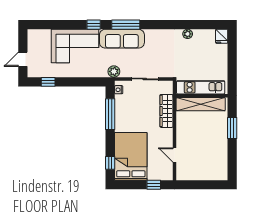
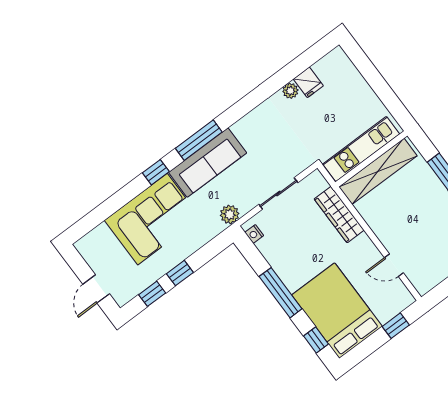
fridge: (222, 36) -> (308, 82), moved
window: (69, 82) -> (180, 273), added
window: (110, 114) -> (281, 293), moved

